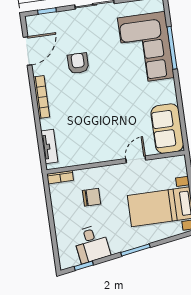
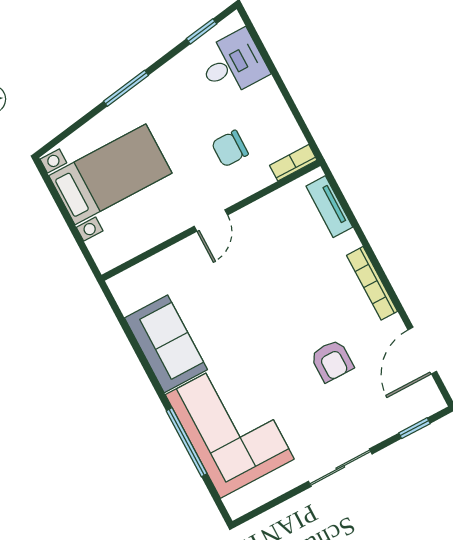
sofa: (167, 129) -> (166, 344), moved
door: (136, 159) -> (211, 221), moved
desk: (92, 244) -> (233, 64), moved, turned 99

